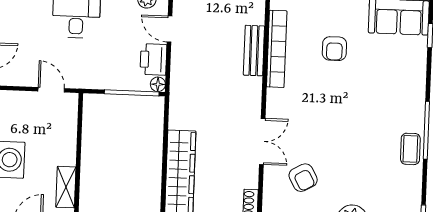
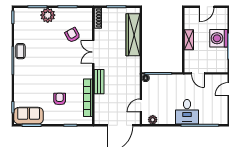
door: (170, 29) -> (141, 105), swing flipped
bench: (254, 51) -> (99, 82), moved
printer: (153, 59) -> (148, 90), removed
shelving: (66, 187) -> (189, 40), moved

